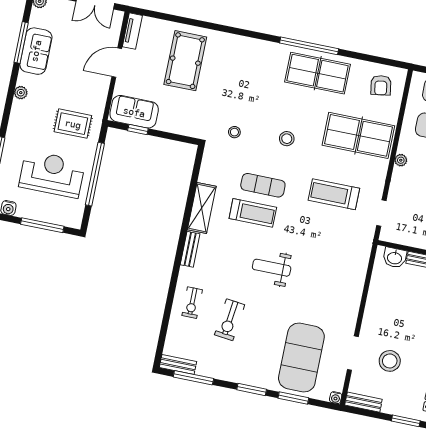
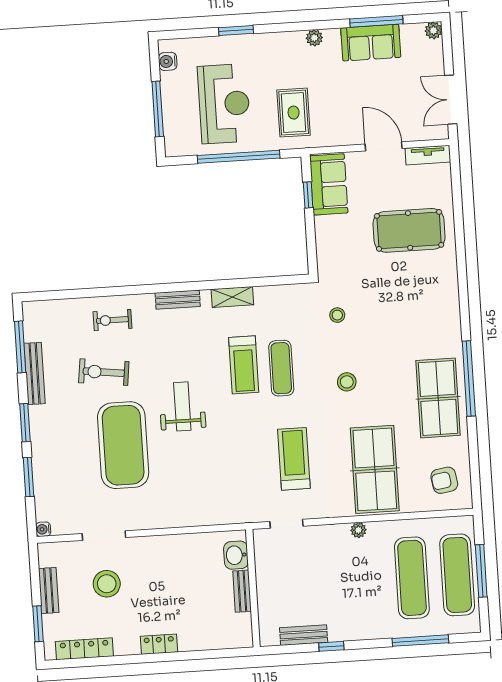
shelving: (202, 208) -> (232, 297), width x0.67, depth x0.75
exercise mat: (301, 357) -> (123, 445), moved, turned 90
bench: (178, 364) -> (35, 373), moved, width x1.36
bench: (363, 402) -> (49, 590), moved

